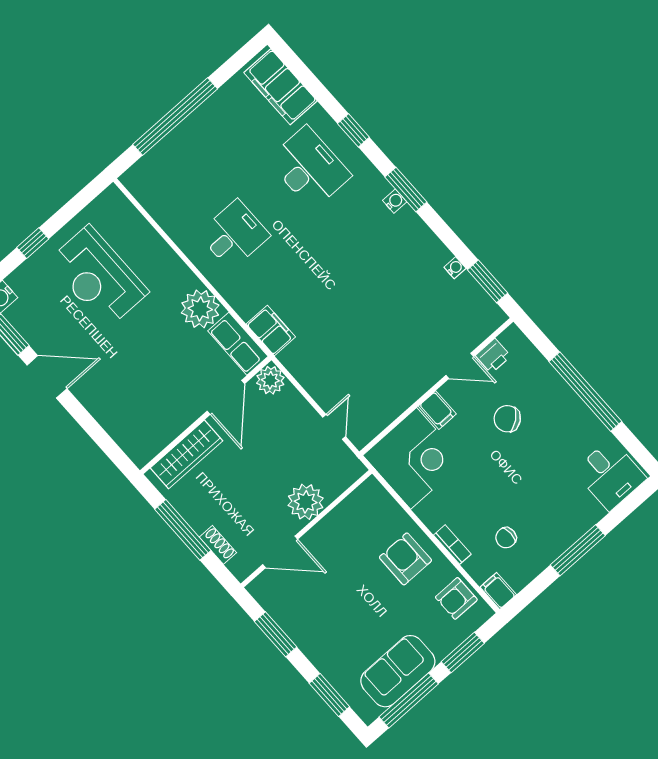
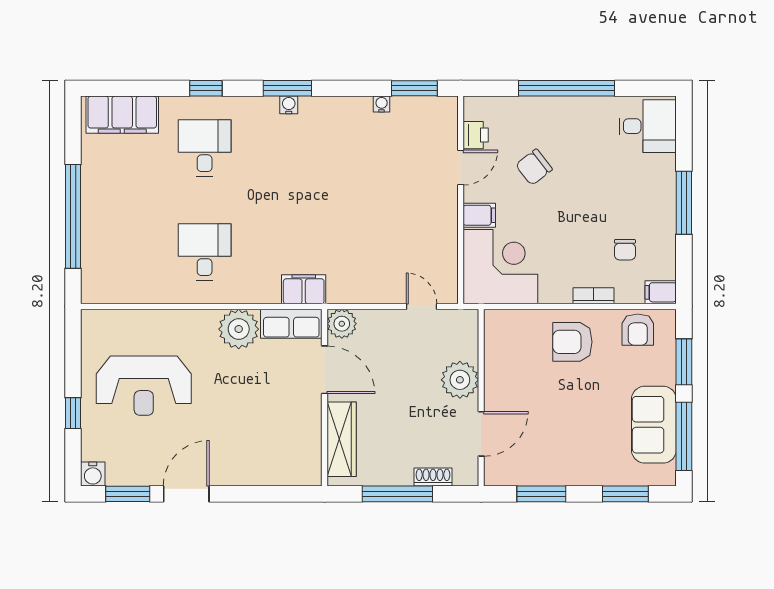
desk: (309, 168) -> (205, 148), width x0.73

